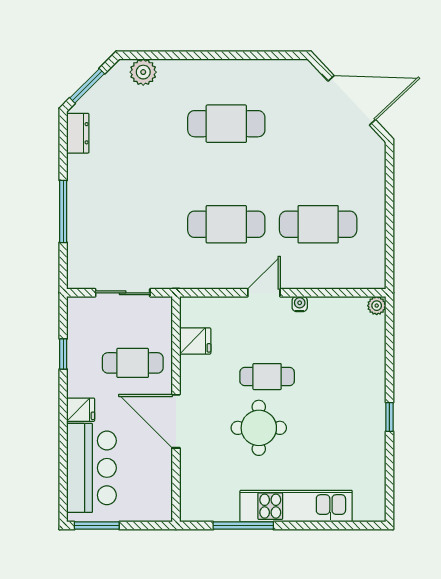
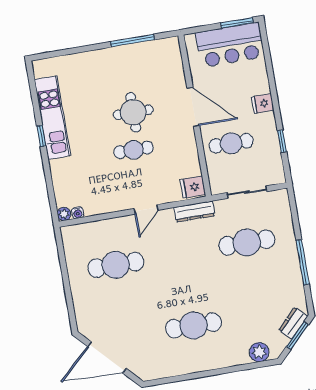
dresser: (78, 133) -> (293, 323), moved, turned 45
window: (63, 211) -> (303, 262), moved
cafe table: (226, 224) -> (247, 242), moved
dresser: (199, 279) -> (194, 212), added
water cooler: (300, 304) -> (78, 213), moved
fridge: (195, 341) -> (193, 187), moved
bar counter: (92, 468) -> (230, 45), moved, turned -90
kitchen unit: (296, 506) -> (52, 118), moved, turned -90

